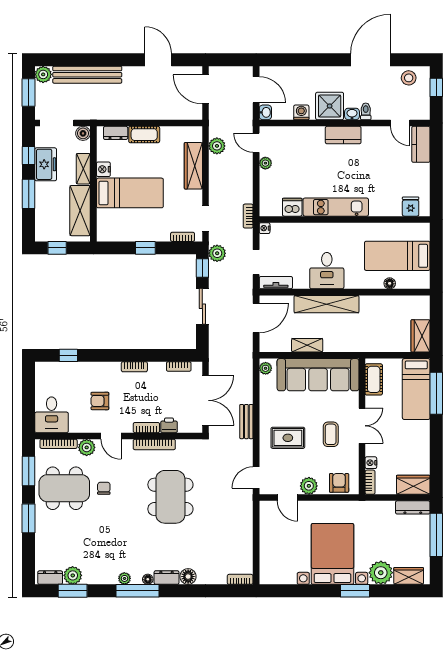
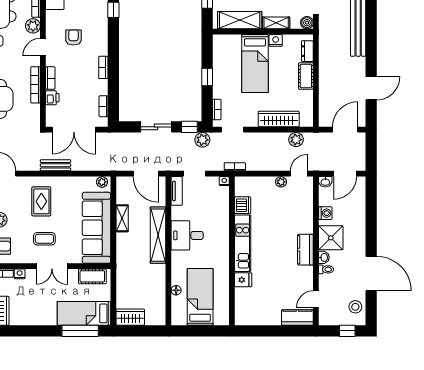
fridge: (411, 207) -> (243, 280), moved

